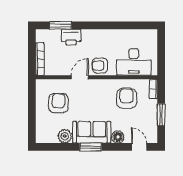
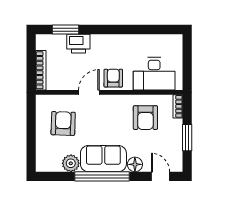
armchair: (100, 66) -> (113, 78), turned 90
armchair: (127, 98) -> (145, 118), turned 180
window: (91, 147) -> (102, 176), width x2.11

